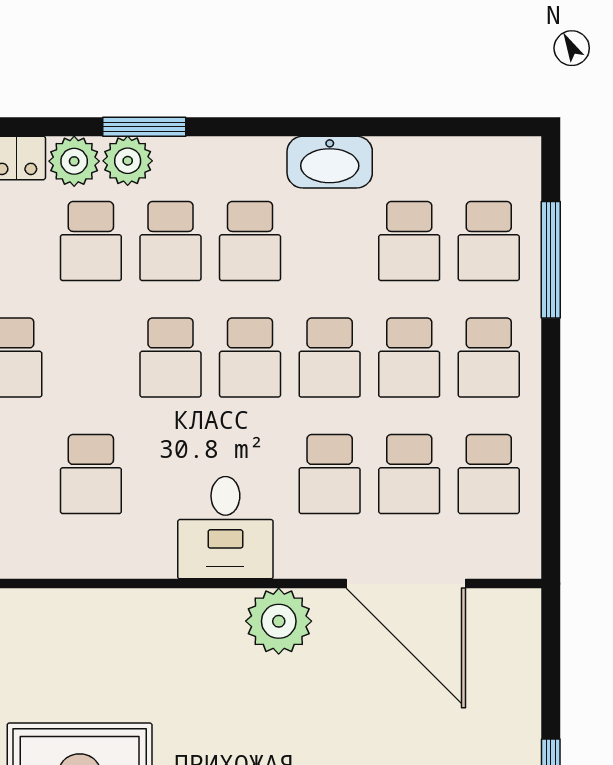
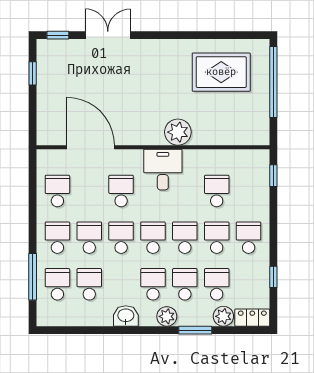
plant: (128, 161) -> (167, 316), moved
washbasin: (330, 162) -> (126, 316), width x0.72
school desk: (409, 474) -> (217, 238), moved
plant: (279, 621) -> (178, 132), moved

